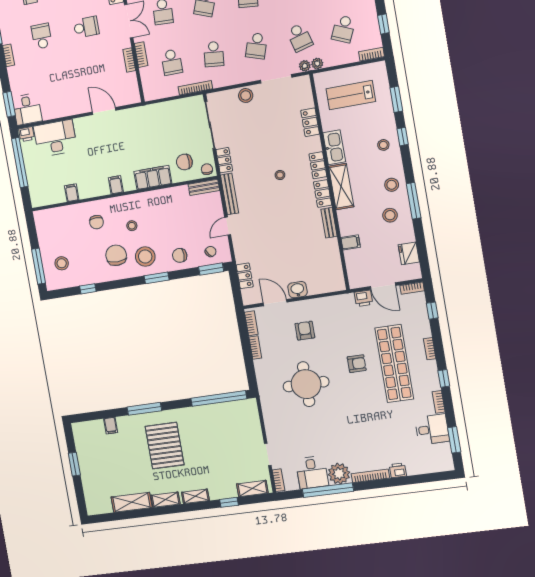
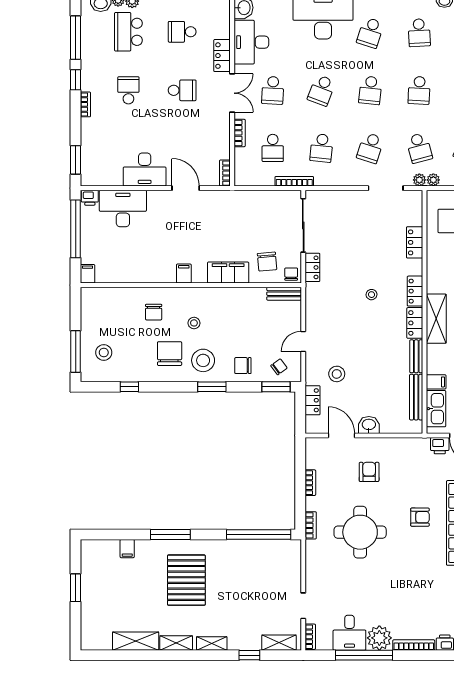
bookcase: (129, 60) -> (225, 173), moved
stool: (246, 95) -> (337, 374), moved
desk: (27, 109) -> (145, 170), moved, width x1.37
kitchen sink: (334, 147) -> (436, 409), moved
chair: (184, 162) -> (267, 262), turned -95
filing cabinet: (72, 193) -> (88, 274), moved
bench: (229, 194) -> (416, 397), moved
bookcase: (251, 323) -> (311, 525), moved

